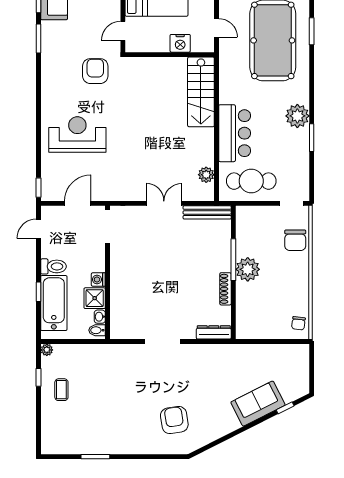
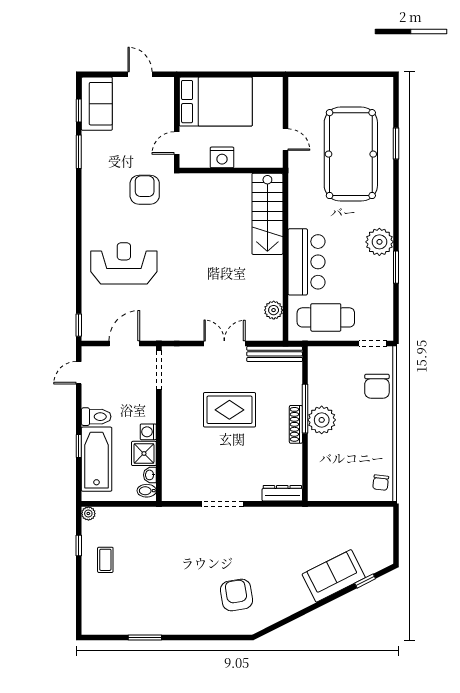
nightstand: (180, 43) -> (222, 157), moved
rug: (168, 261) -> (229, 410), added
shoe rack: (225, 289) -> (296, 424), moved

